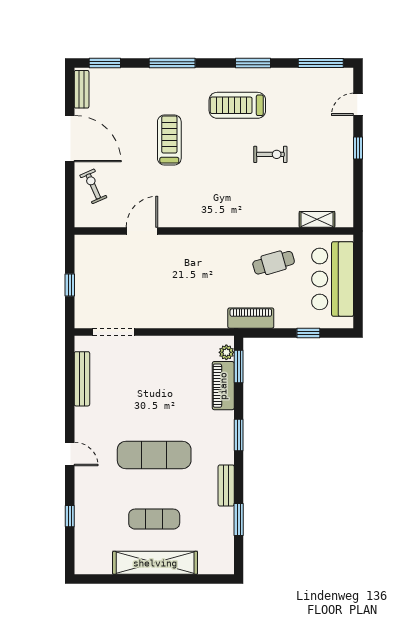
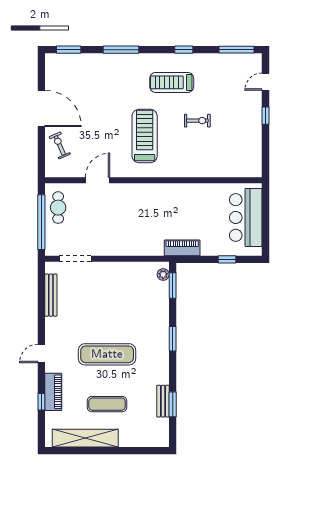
window: (253, 63) -> (184, 50), width x0.67
bench: (82, 89) -> (51, 70), removed
treadmill: (169, 140) -> (145, 136), moved, width x1.37, depth x1.38
shelving: (317, 219) -> (234, 171), removed
cafe table: (274, 263) -> (58, 208), moved, turned -74
window: (70, 285) -> (41, 222), width x3.17
piano: (223, 386) -> (53, 392), moved, turned 180
door: (70, 454) -> (41, 354), swing flipped
bench: (226, 485) -> (163, 401), moved
shelving: (155, 563) -> (85, 438), moved

